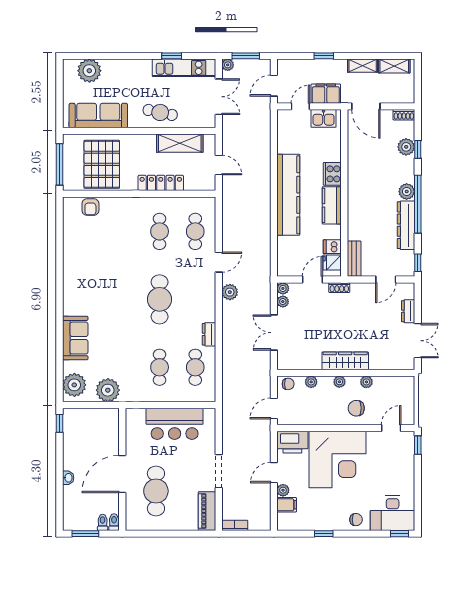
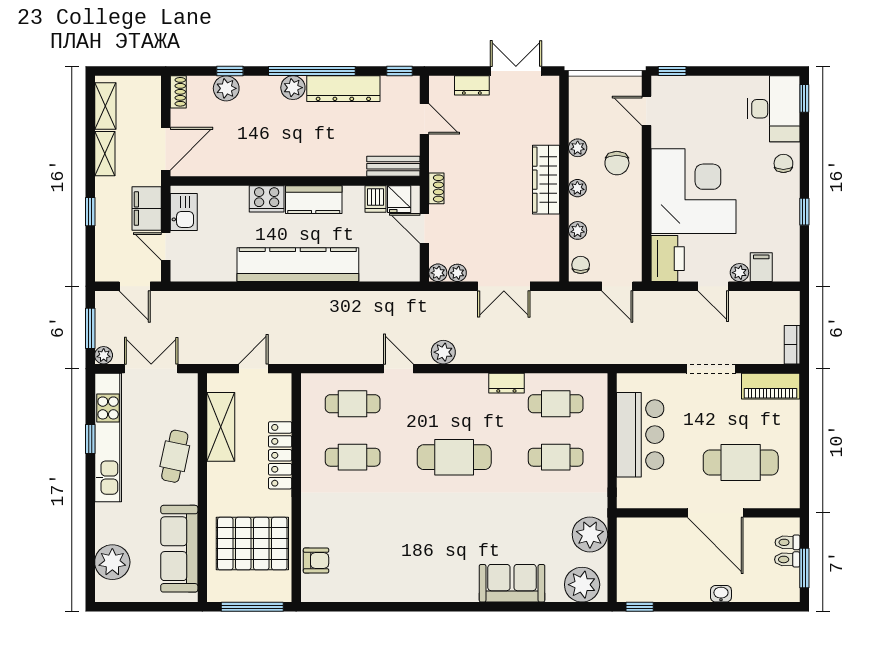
kitchen unit: (184, 68) -> (108, 438), width x1.36
toilet: (114, 522) -> (787, 559), moved

